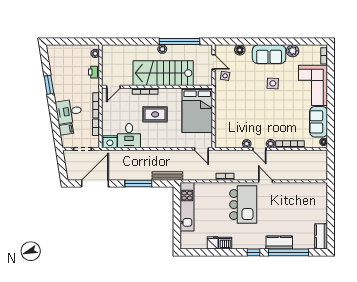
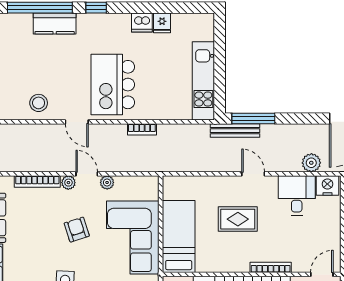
bed: (197, 110) -> (179, 237), width x0.67
corner sofa: (231, 110) -> (133, 237), added
rug: (155, 114) -> (238, 219), moved
armchair: (266, 115) -> (77, 230), added
door: (202, 149) -> (253, 174), moved
plant: (120, 156) -> (311, 163), added
window: (138, 183) -> (253, 118), moved
stool: (289, 193) -> (39, 103), added

